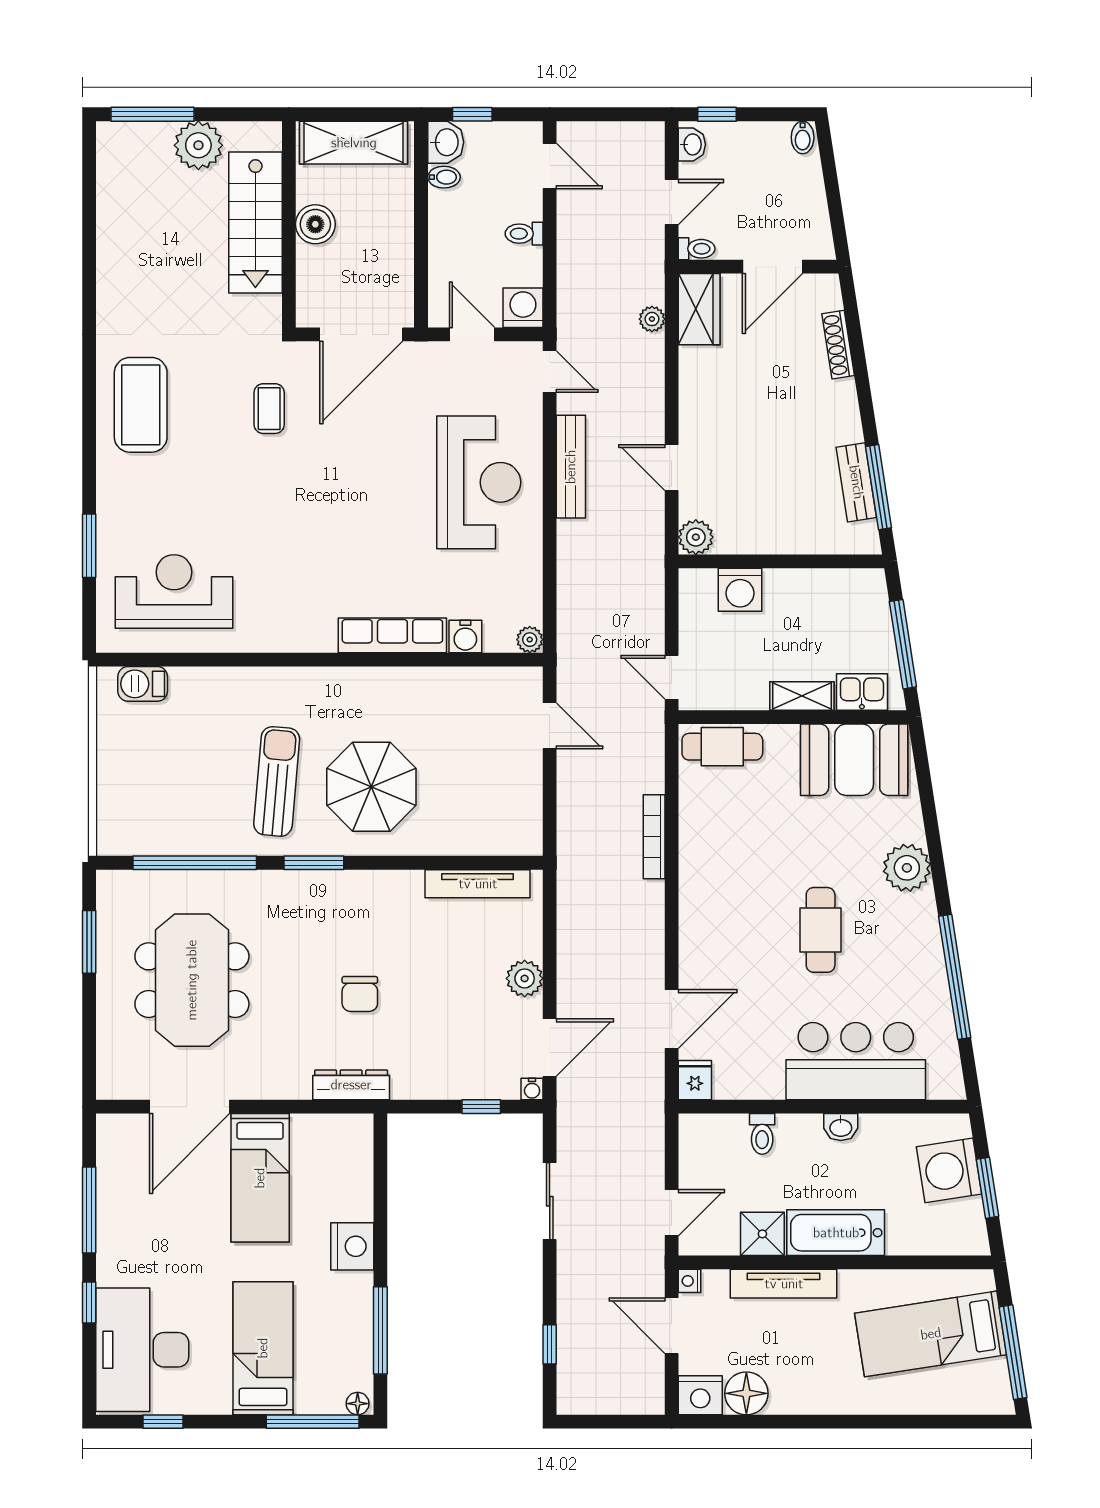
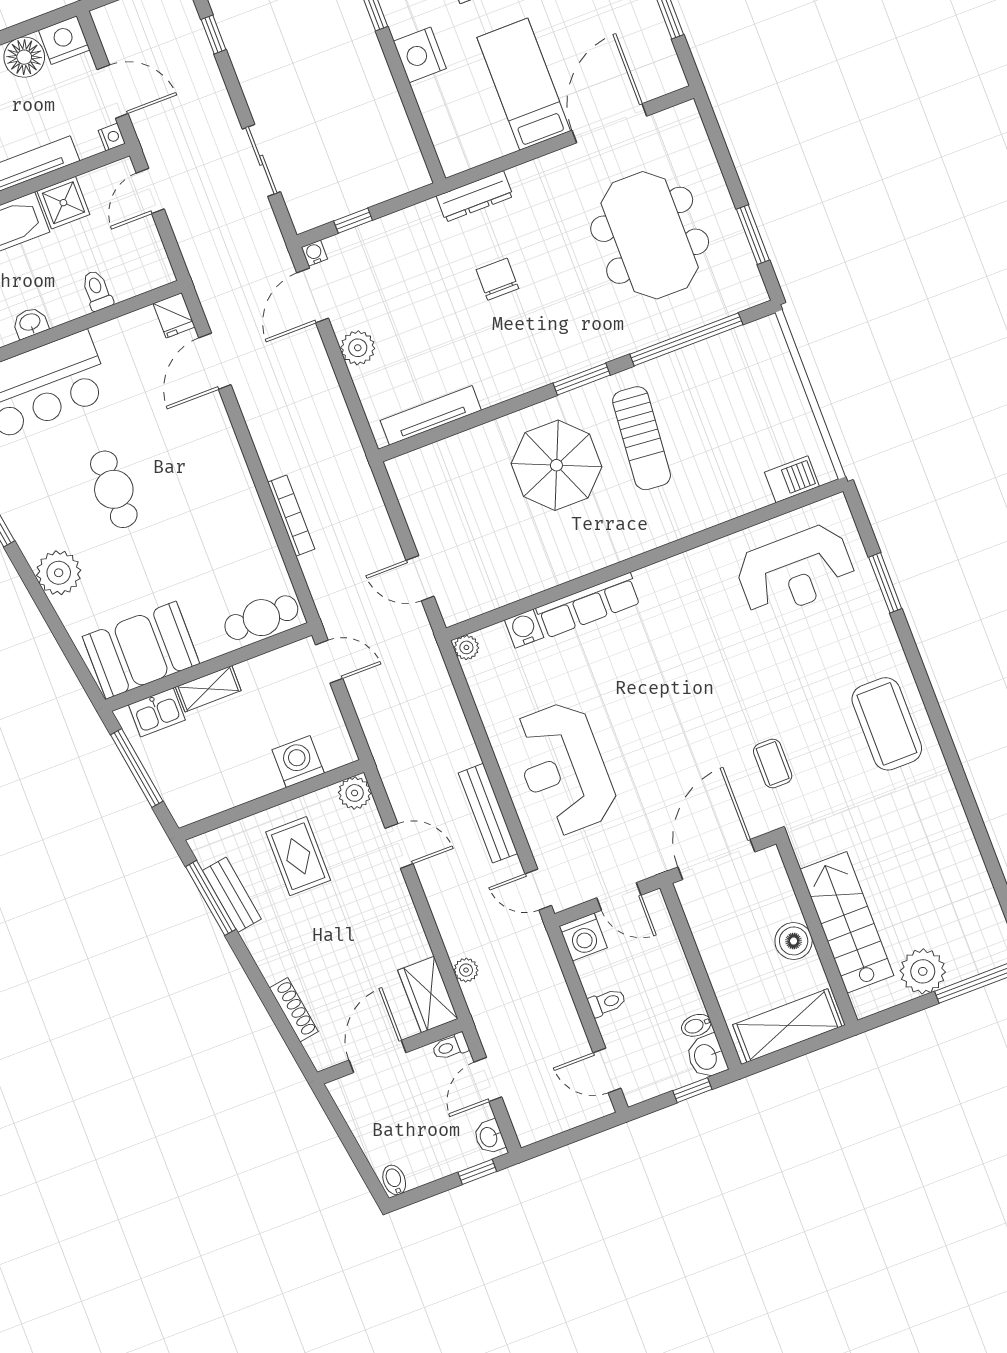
rug: (776, 496) -> (298, 856), added

